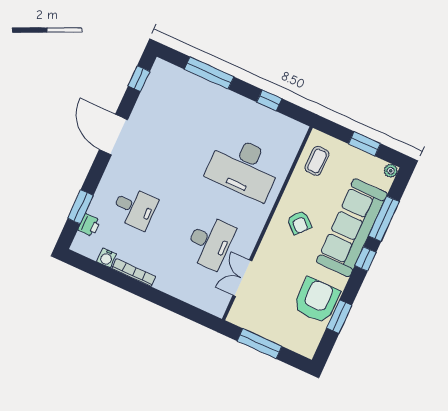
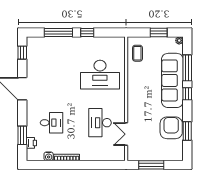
window: (269, 100) -> (87, 32), moved
armchair: (299, 223) -> (143, 91), removed
desk: (210, 242) -> (100, 123), turned 180

